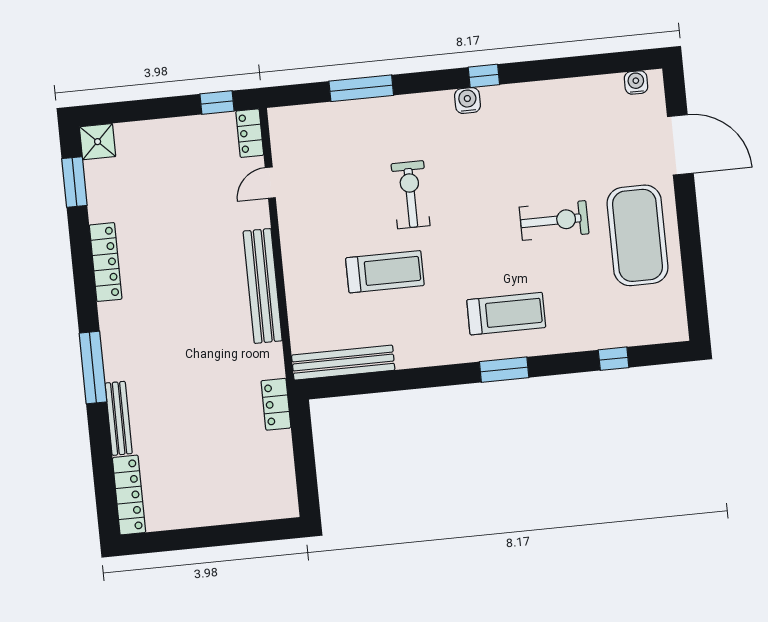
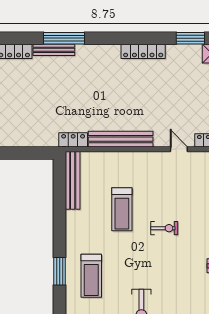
exercise bike: (411, 195) -> (164, 228), width x0.73, depth x0.72
window: (93, 367) -> (64, 38), moved
locker: (276, 404) -> (73, 140), moved

